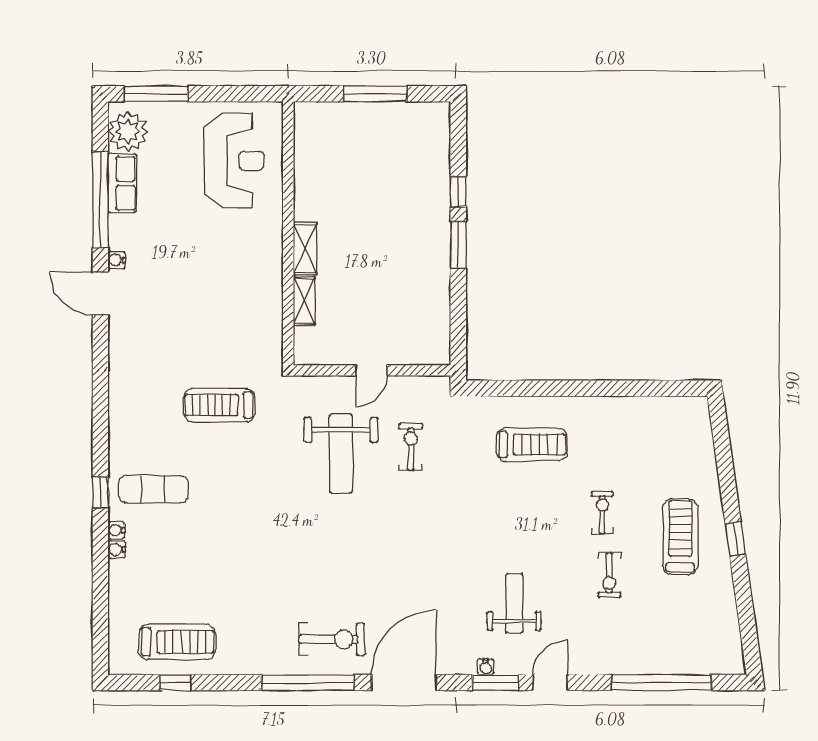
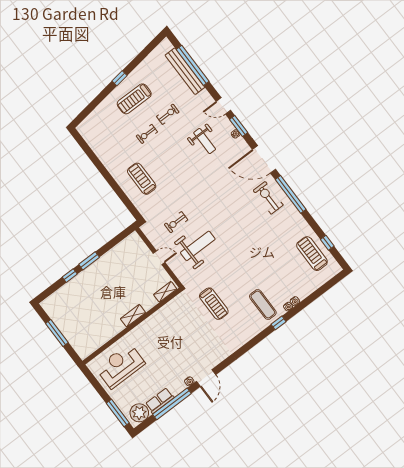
shelving: (304, 301) -> (165, 292), moved
weight bench: (514, 603) -> (205, 141), turned -90
bench: (661, 661) -> (185, 71), added

